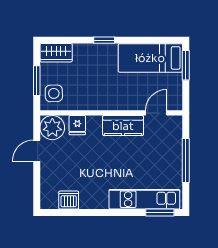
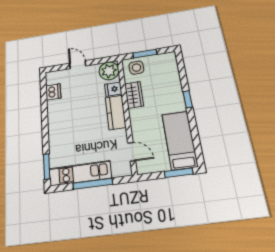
wardrobe: (56, 53) -> (134, 95), moved, turned 180
kitchen counter: (123, 126) -> (116, 112), moved
door: (37, 151) -> (78, 65), moved
kitchen unit: (144, 199) -> (80, 173), moved, turned -90

